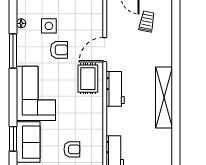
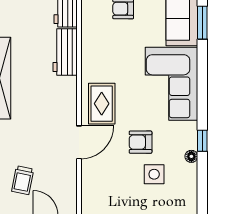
floor lamp: (21, 23) -> (191, 156), moved
window: (13, 51) -> (202, 141), width x0.46
workbench: (115, 89) -> (65, 52), moved

